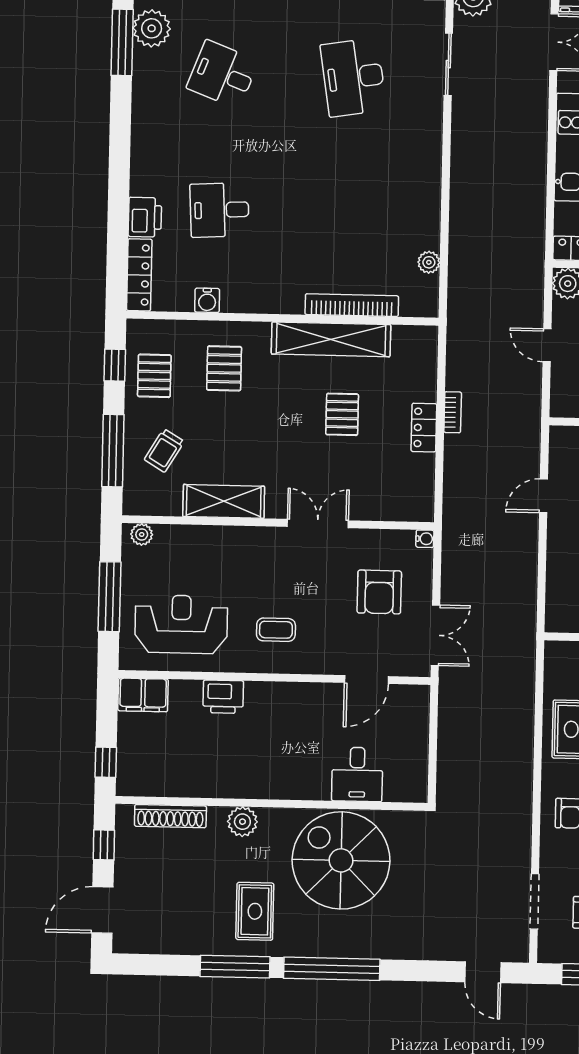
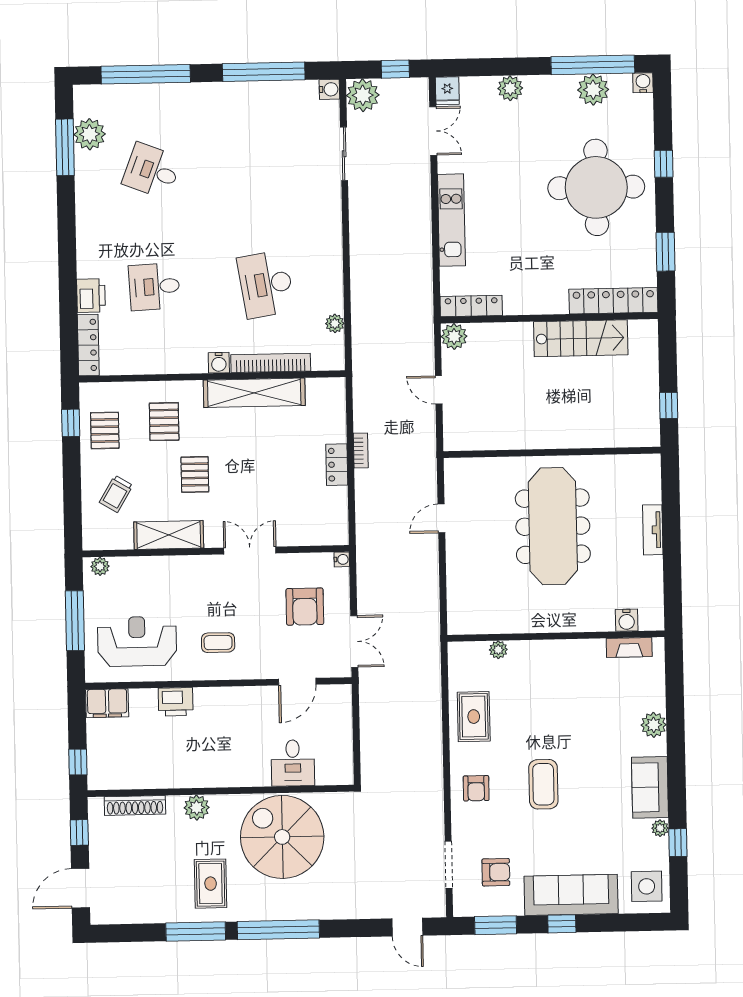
desk: (353, 77) -> (266, 284), moved
water cooler: (207, 300) -> (219, 363), moved
pallet: (342, 414) -> (195, 474), moved
window: (113, 451) -> (72, 496), removed

